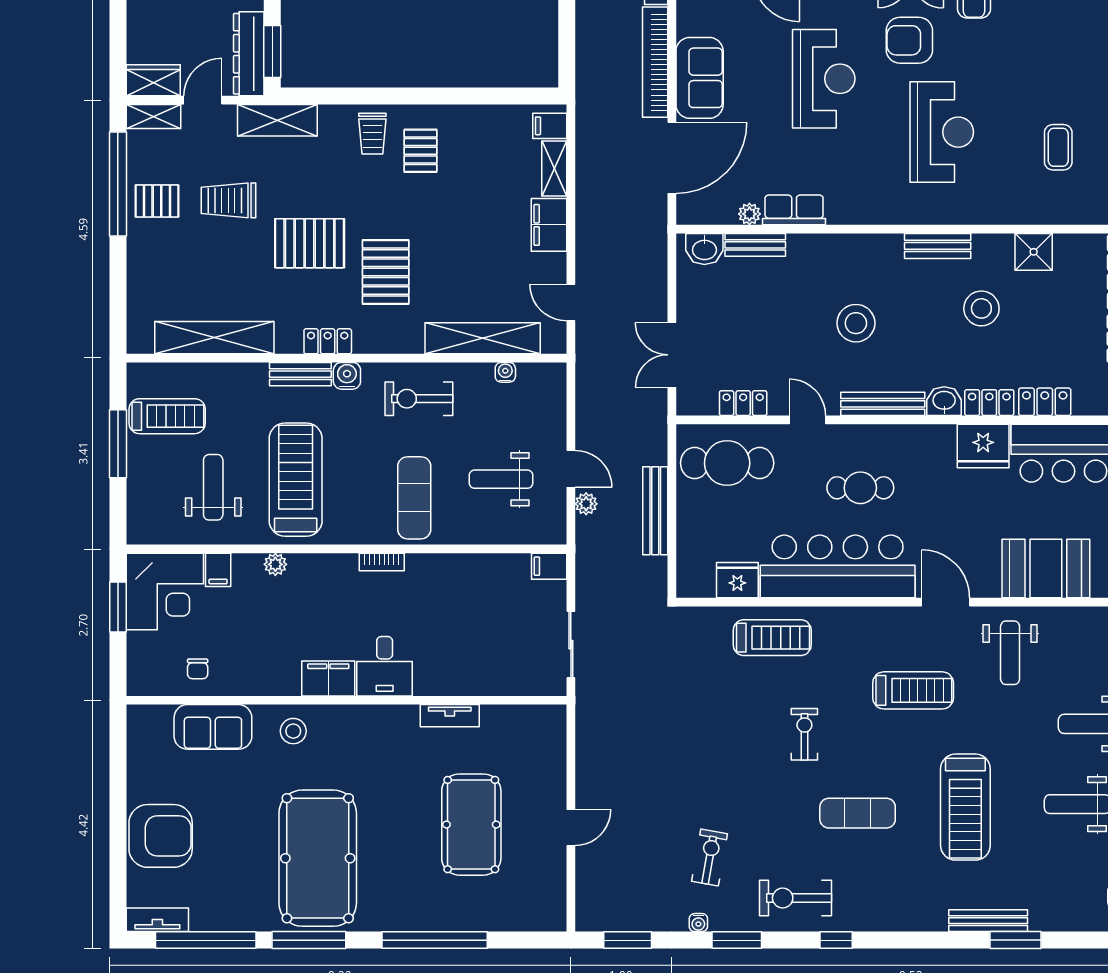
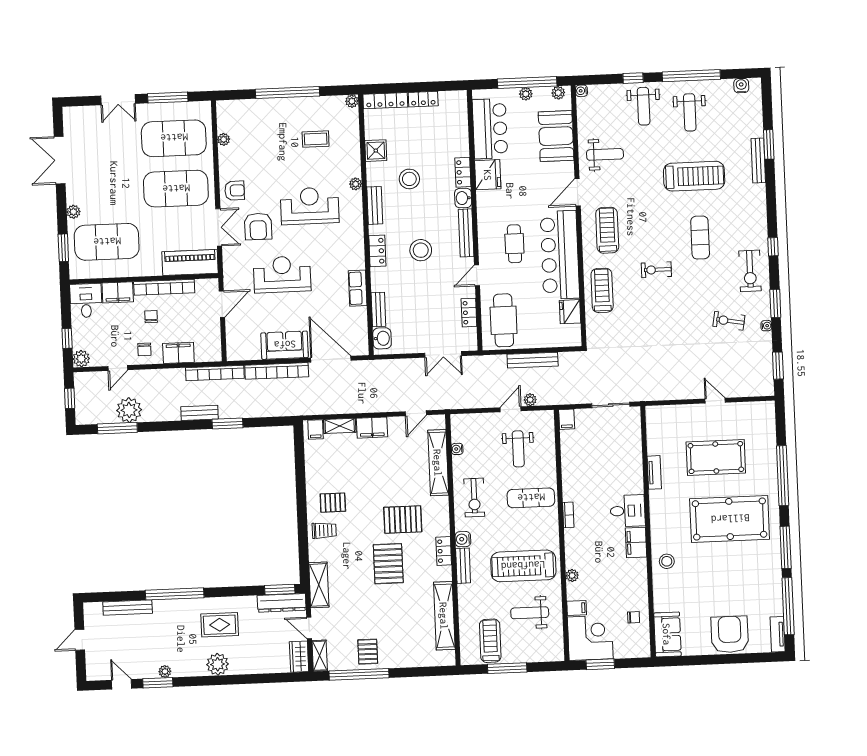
trolley: (229, 200) -> (366, 611), removed
plant: (749, 214) -> (356, 184), moved
locker: (1045, 402) -> (377, 251), moved, turned 180
treadmill: (913, 690) -> (607, 230), moved
sofa: (213, 727) -> (667, 634), moved
pool table: (318, 858) -> (730, 519), moved

